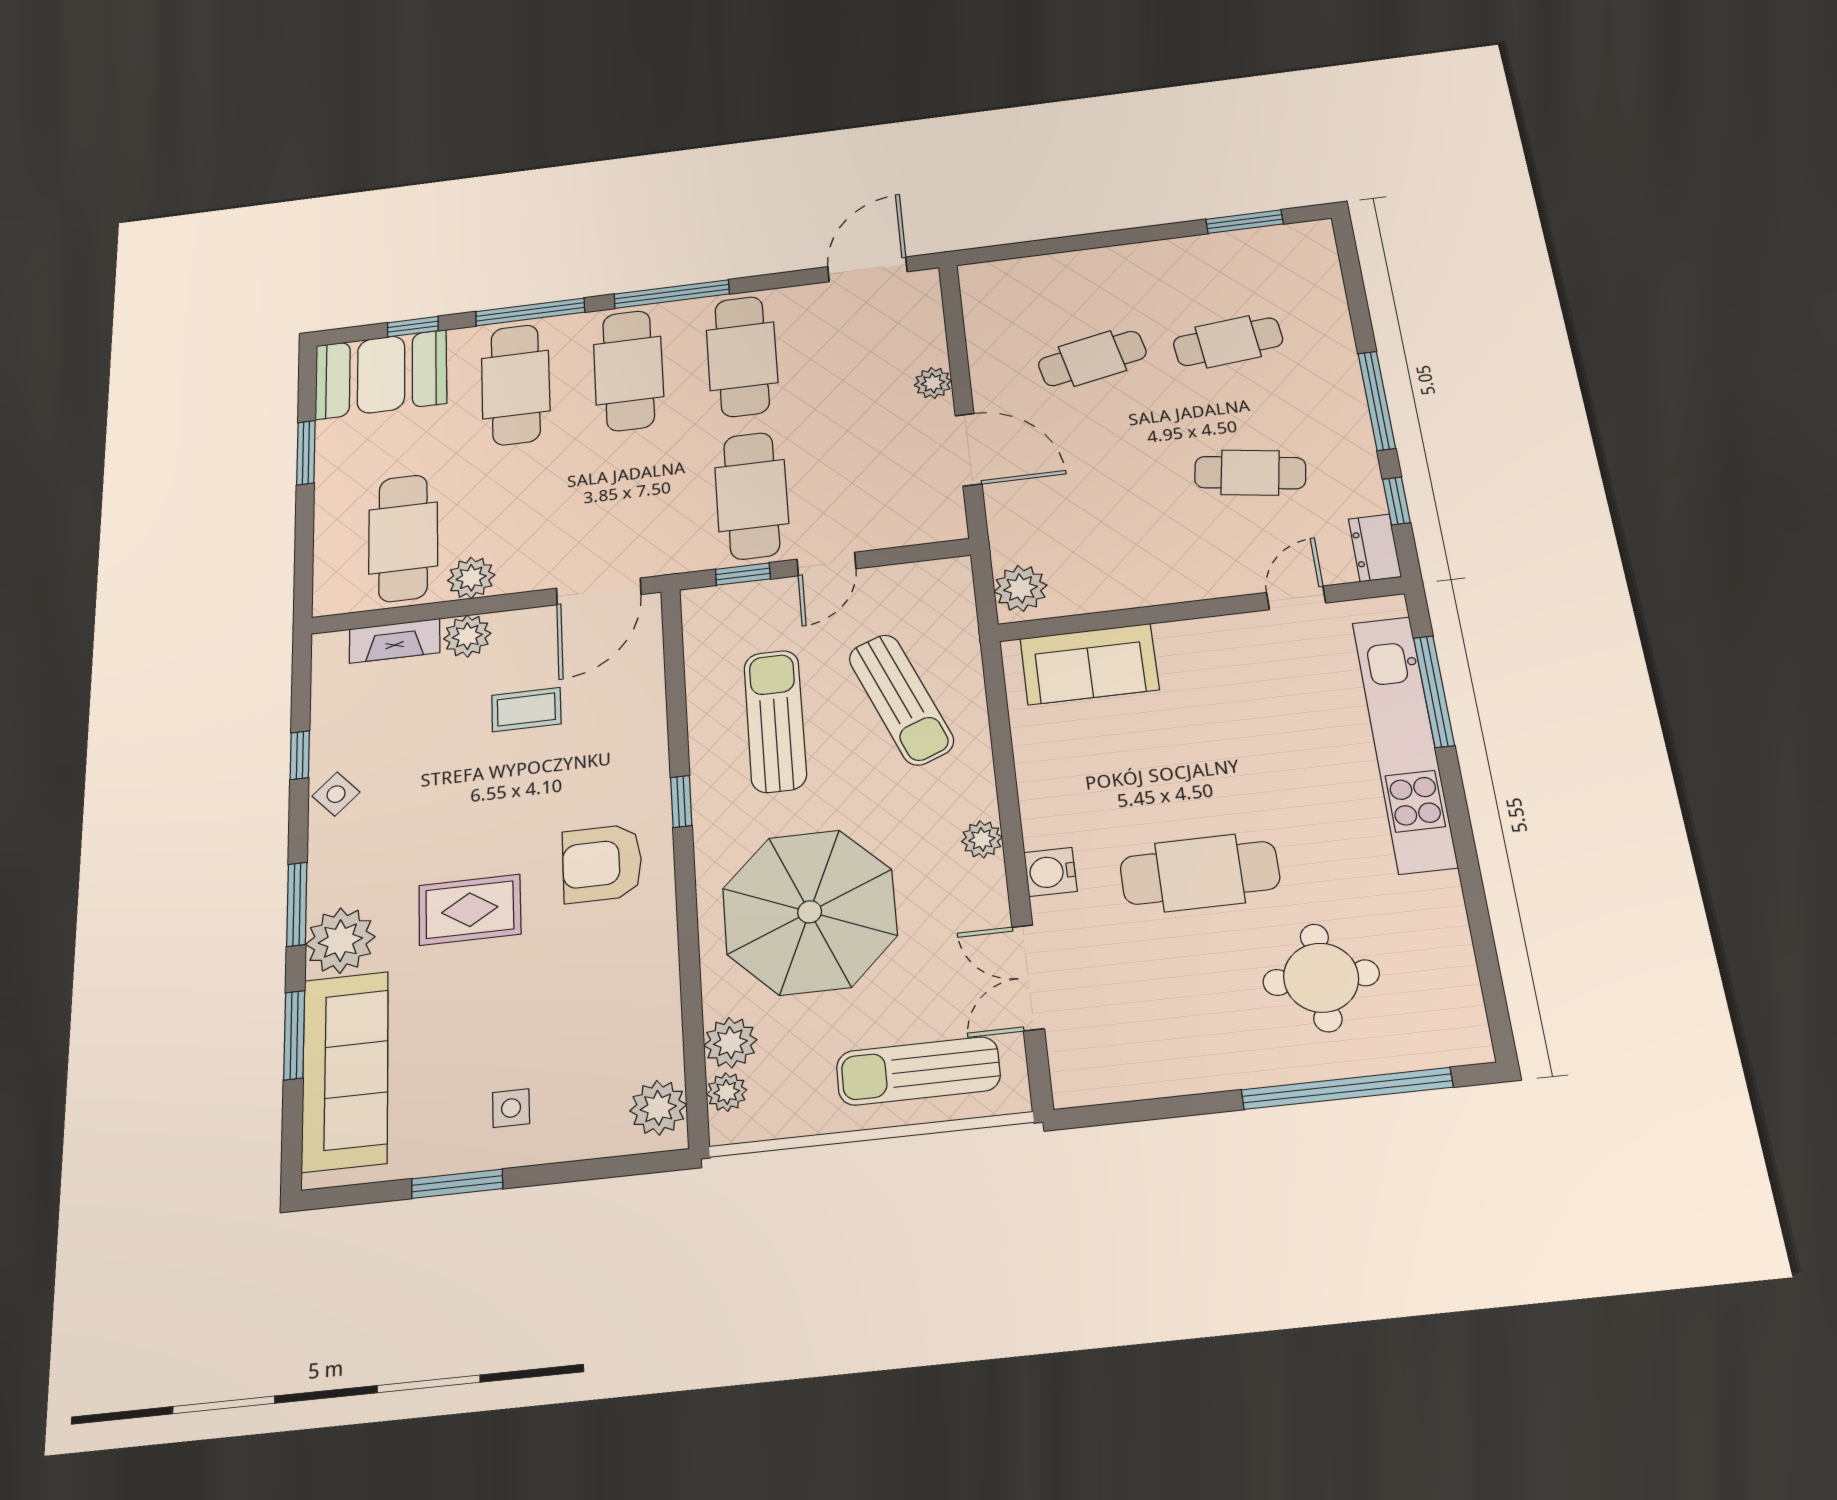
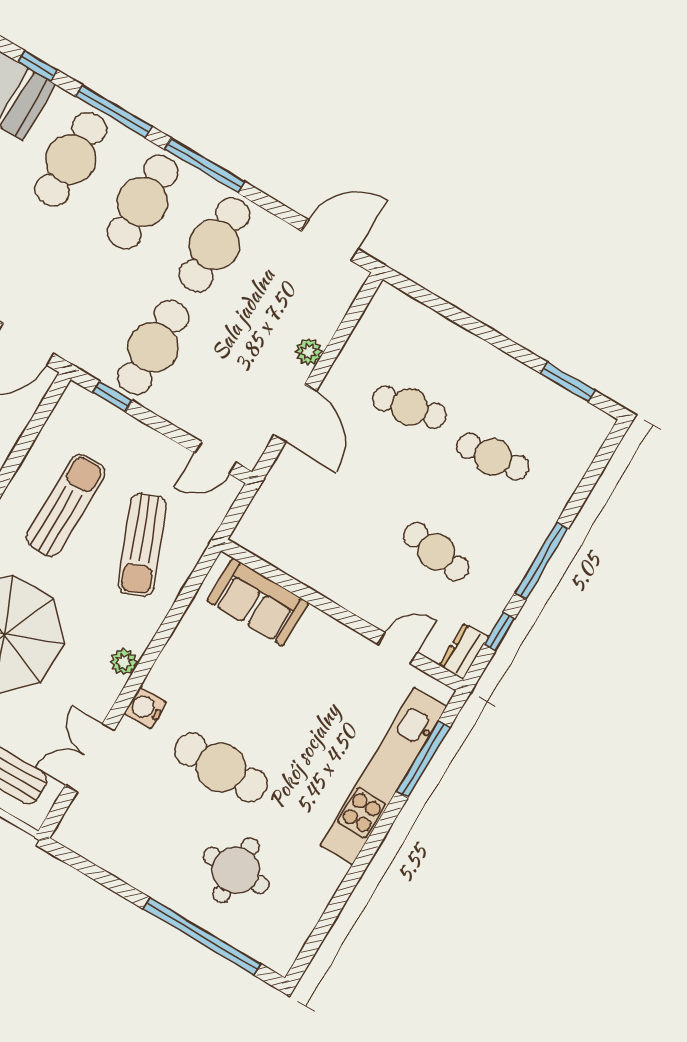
door: (827, 564) -> (215, 458), moved
plant: (1021, 588) -> (257, 526), removed

